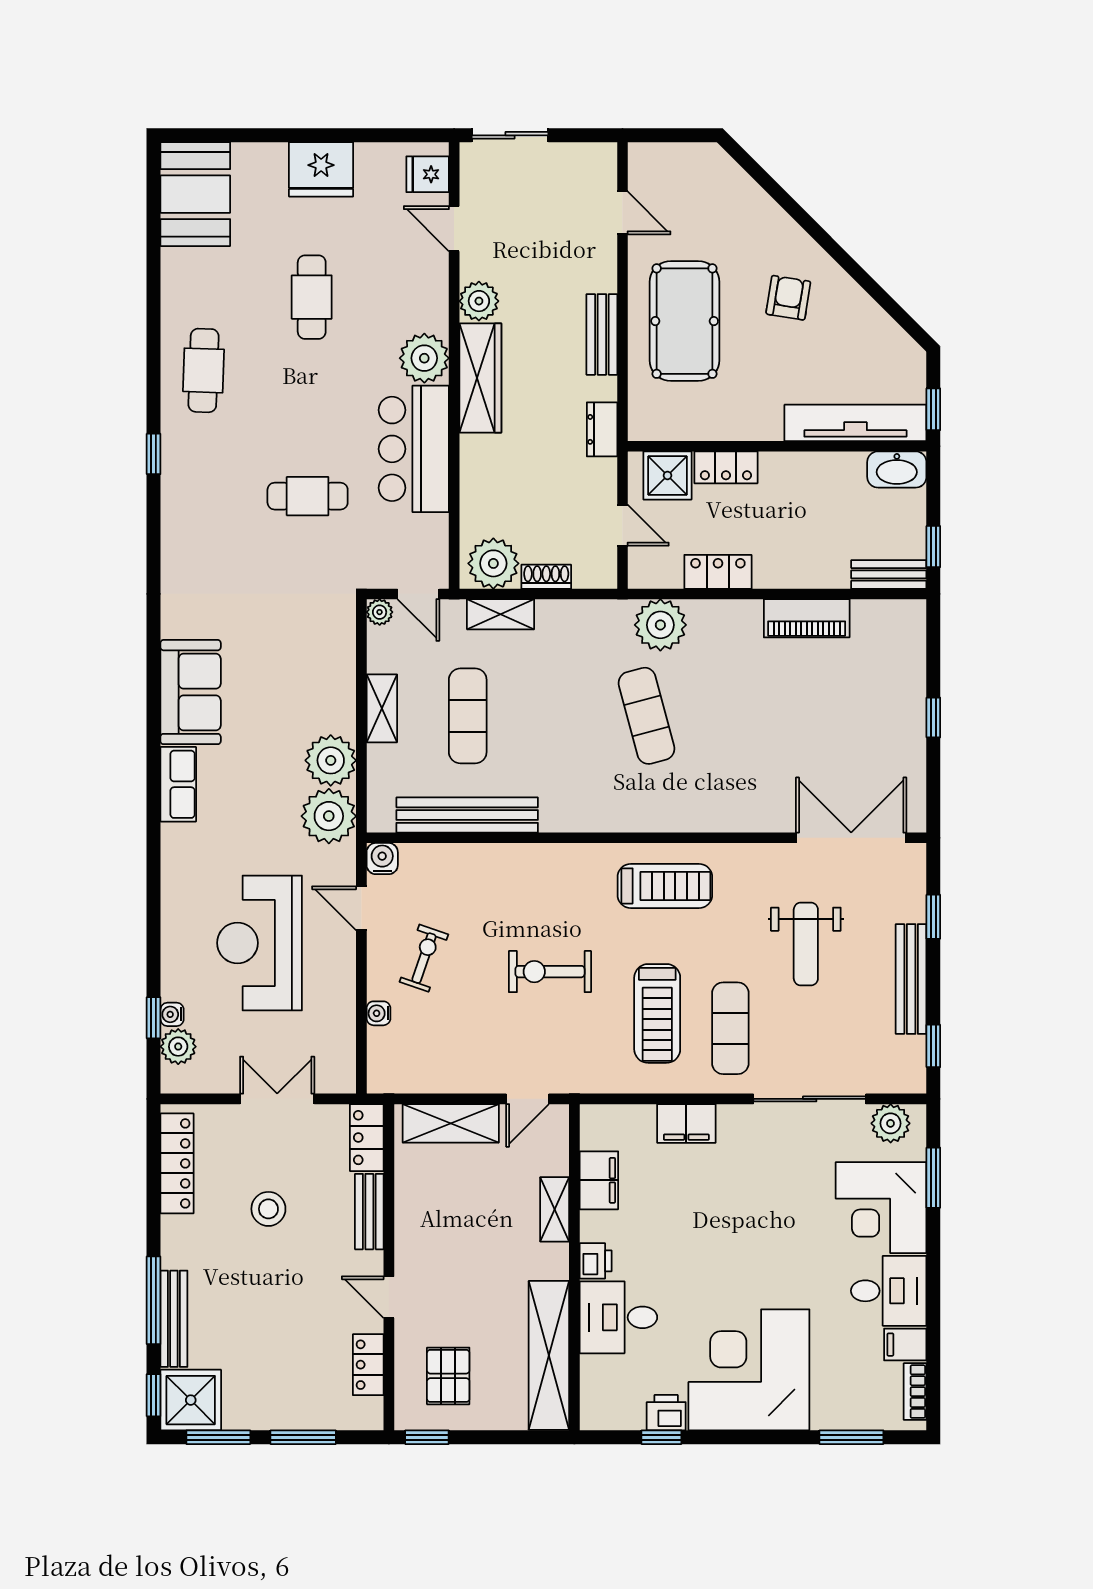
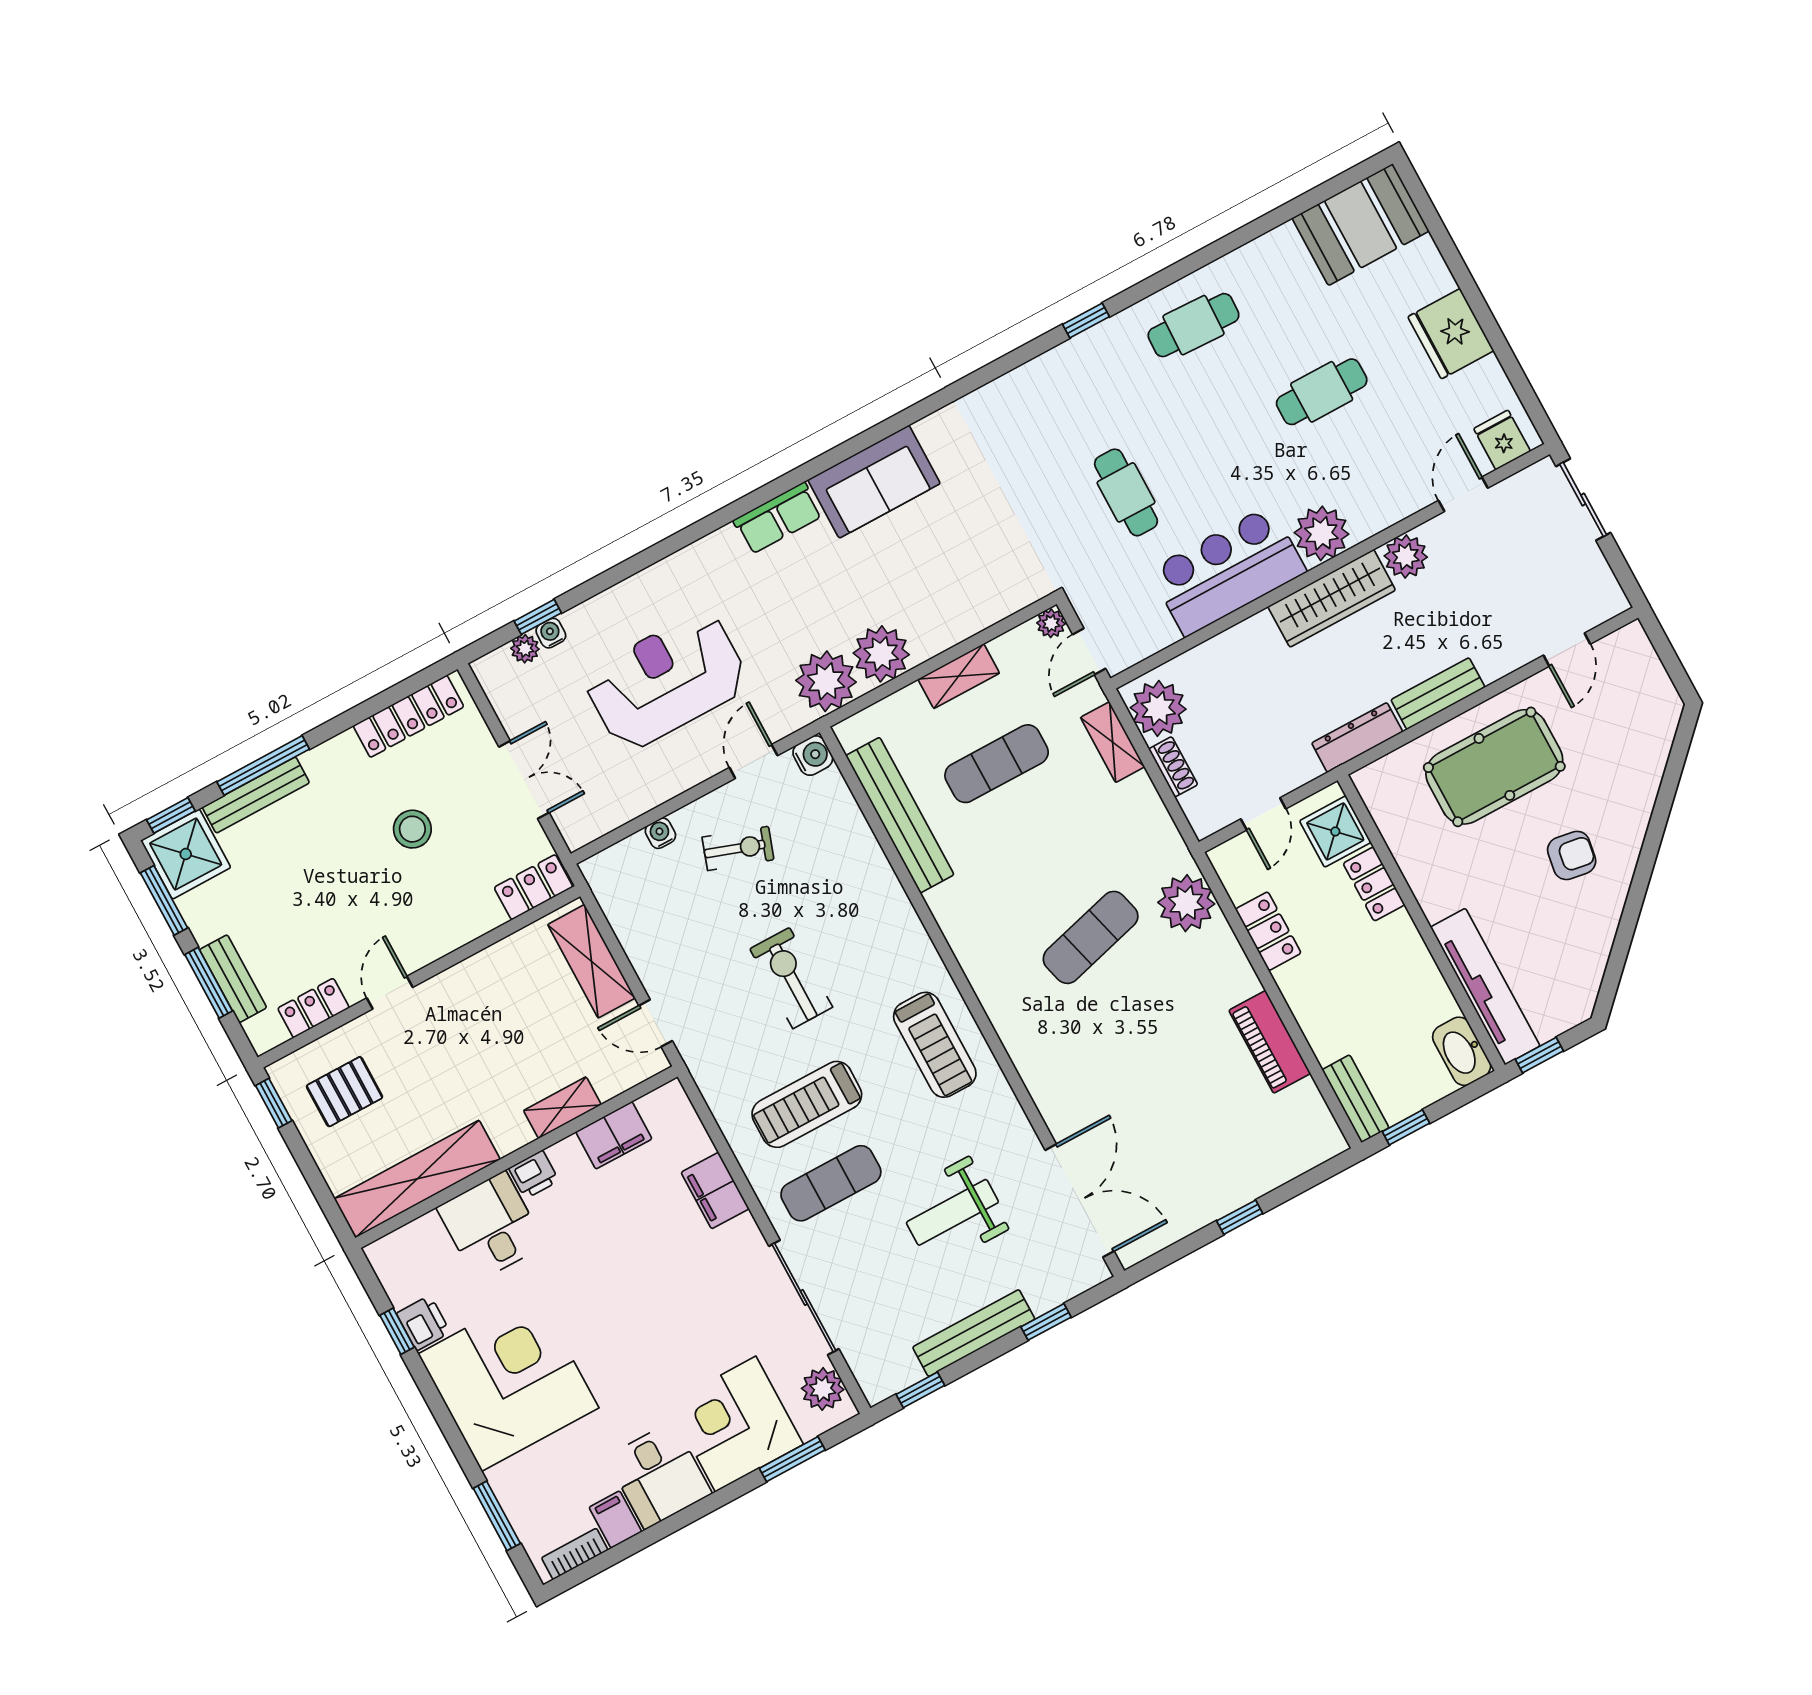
dresser: (602, 429) -> (1357, 737), width x1.44
plant: (178, 1047) -> (525, 649), width x0.73, depth x0.73
bench: (369, 1212) -> (233, 979), moved, turned 90

